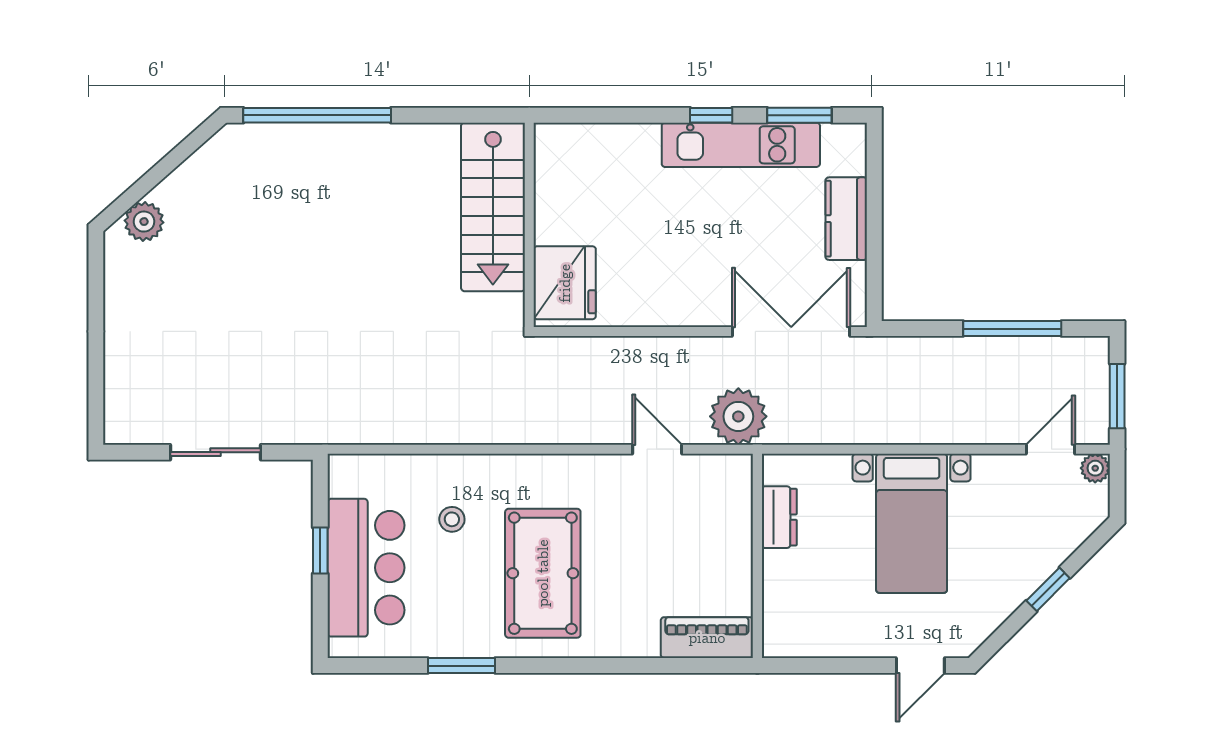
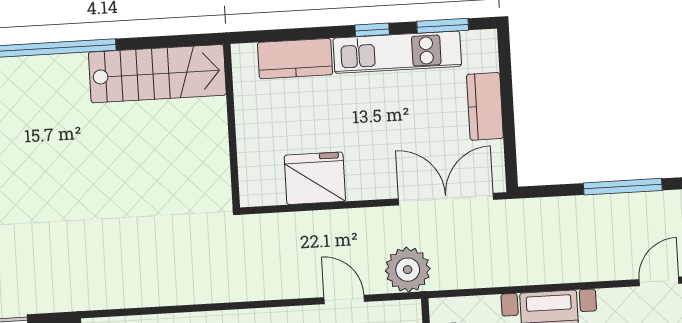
kitchen counter: (613, 145) -> (295, 59), added
stairs: (493, 207) -> (157, 74), moved, turned -90
fridge: (565, 283) -> (315, 178), moved, turned -90

